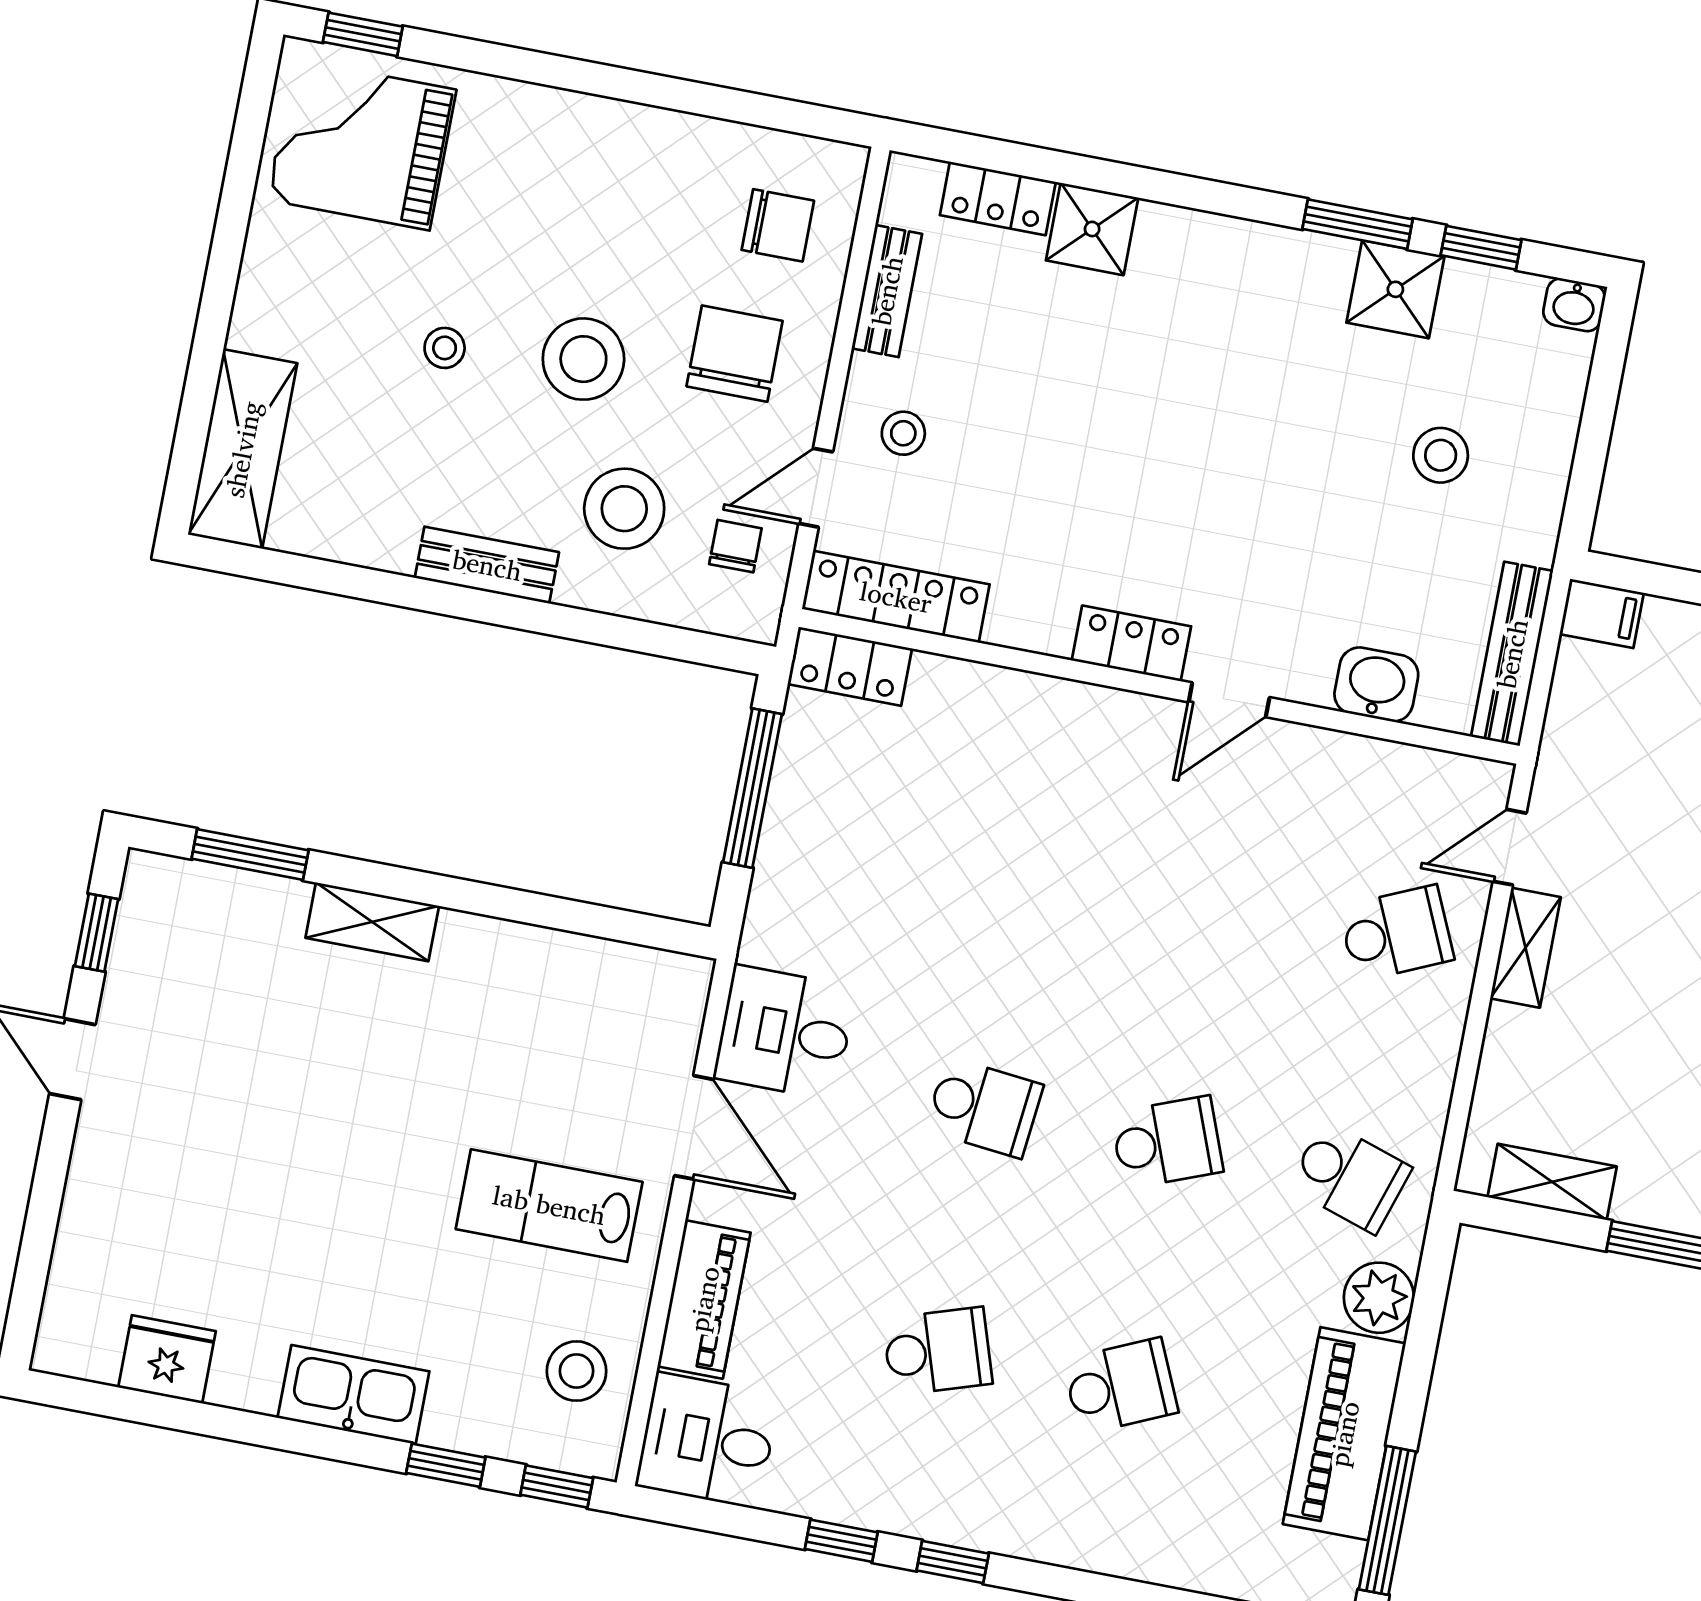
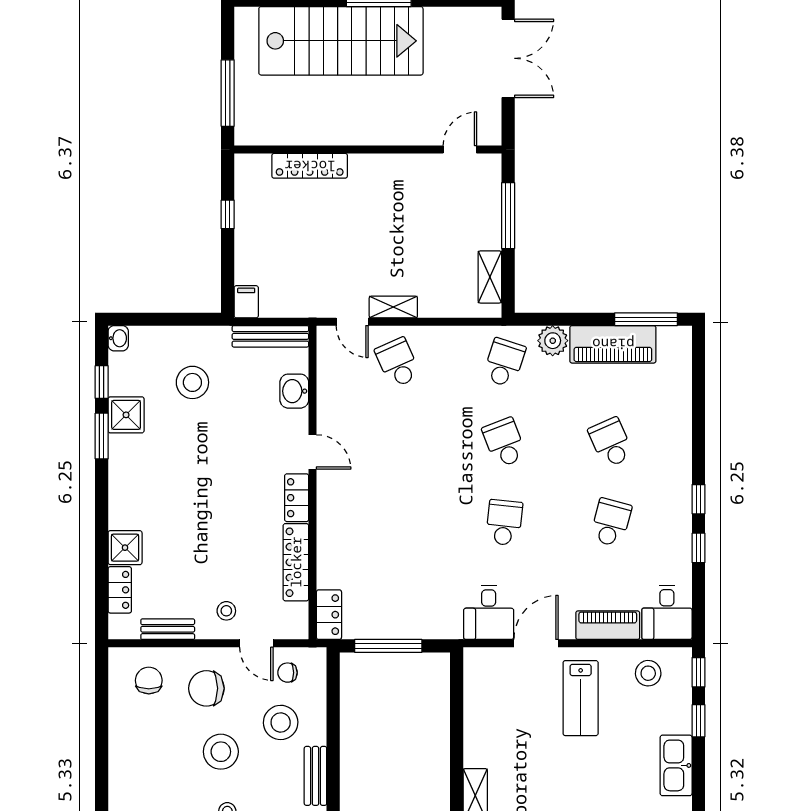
stool: (1441, 455) -> (192, 382), width x1.38, depth x1.38
locker: (896, 597) -> (296, 562), moved
school desk: (938, 1351) -> (611, 523), turned 33

